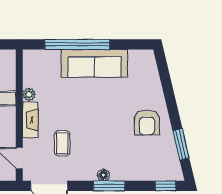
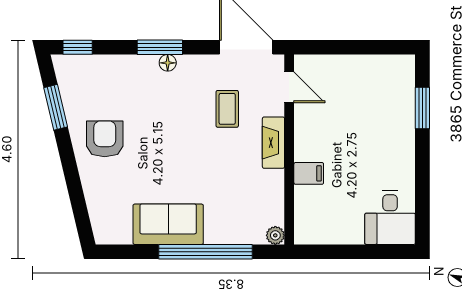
sofa: (94, 63) -> (168, 224), width x0.73
plant: (29, 94) -> (275, 235), moved

